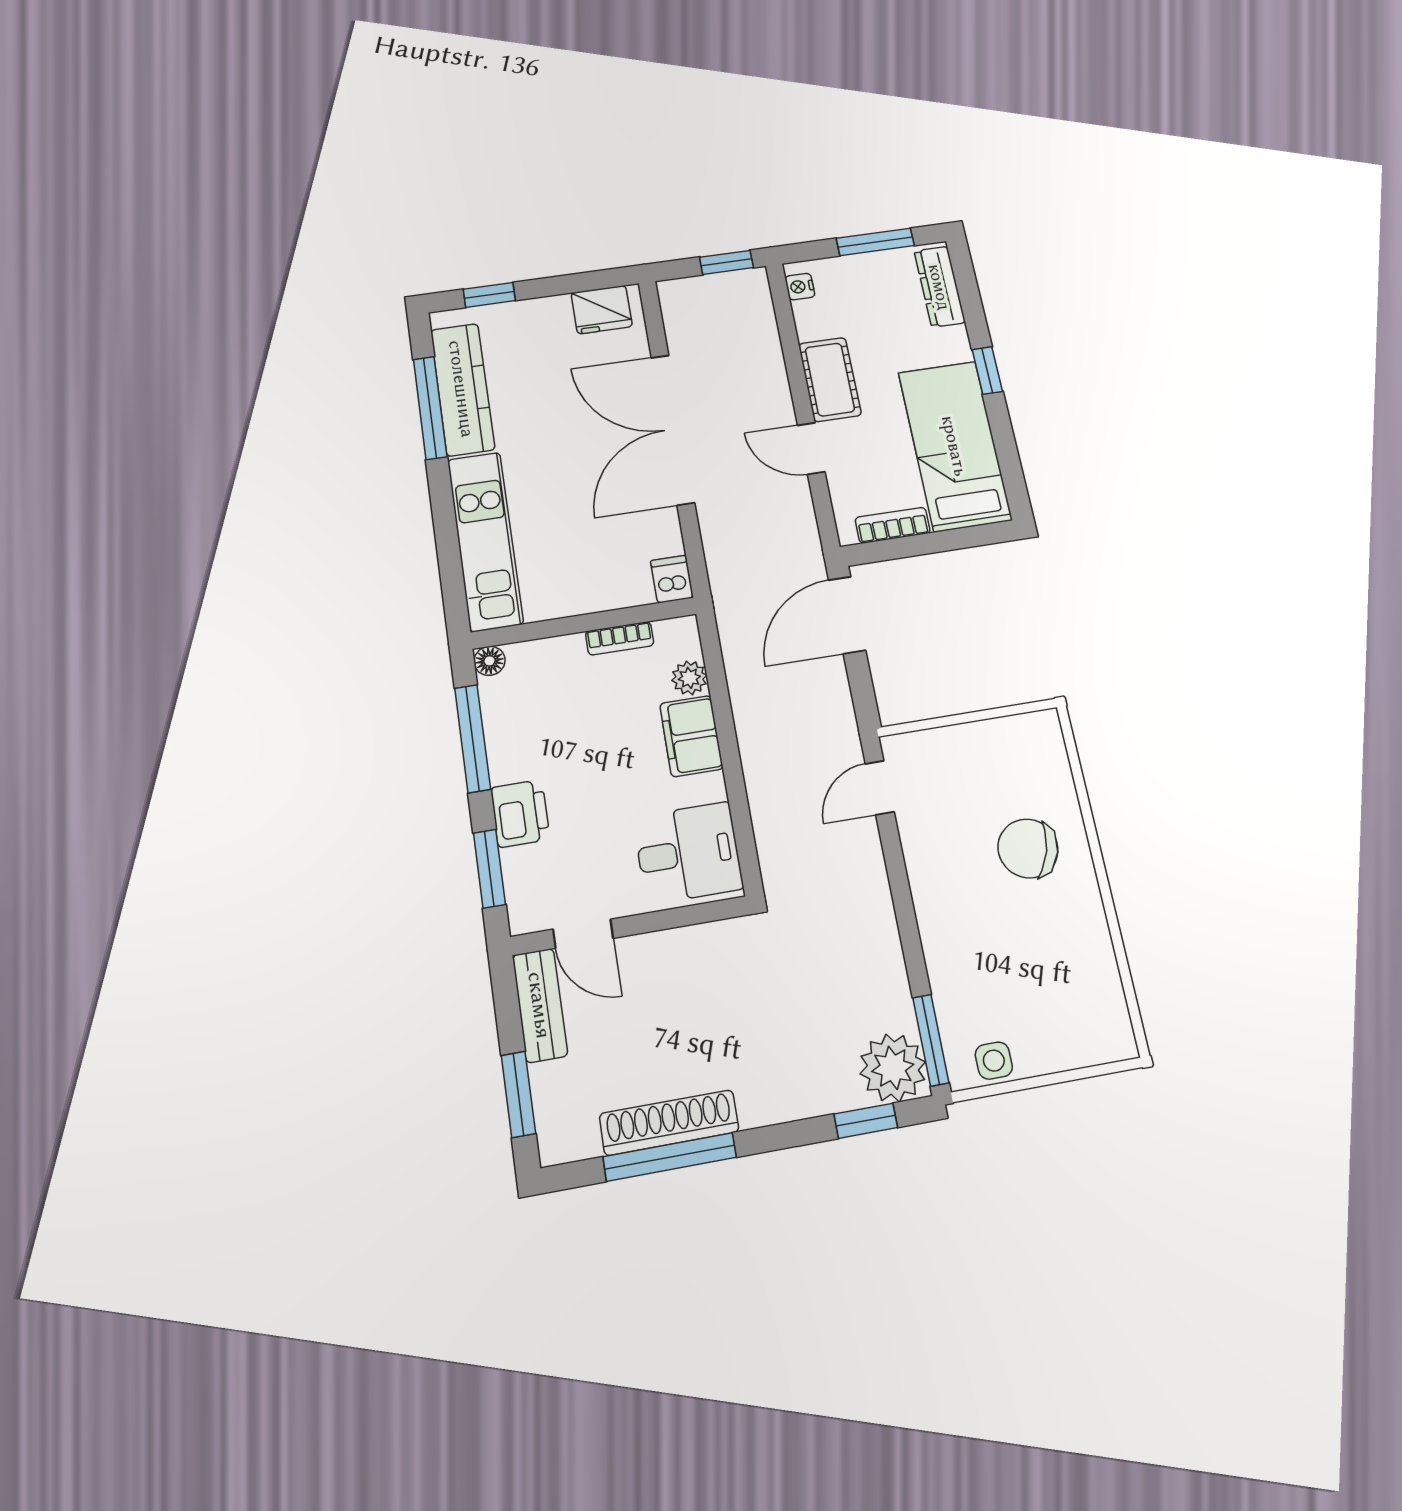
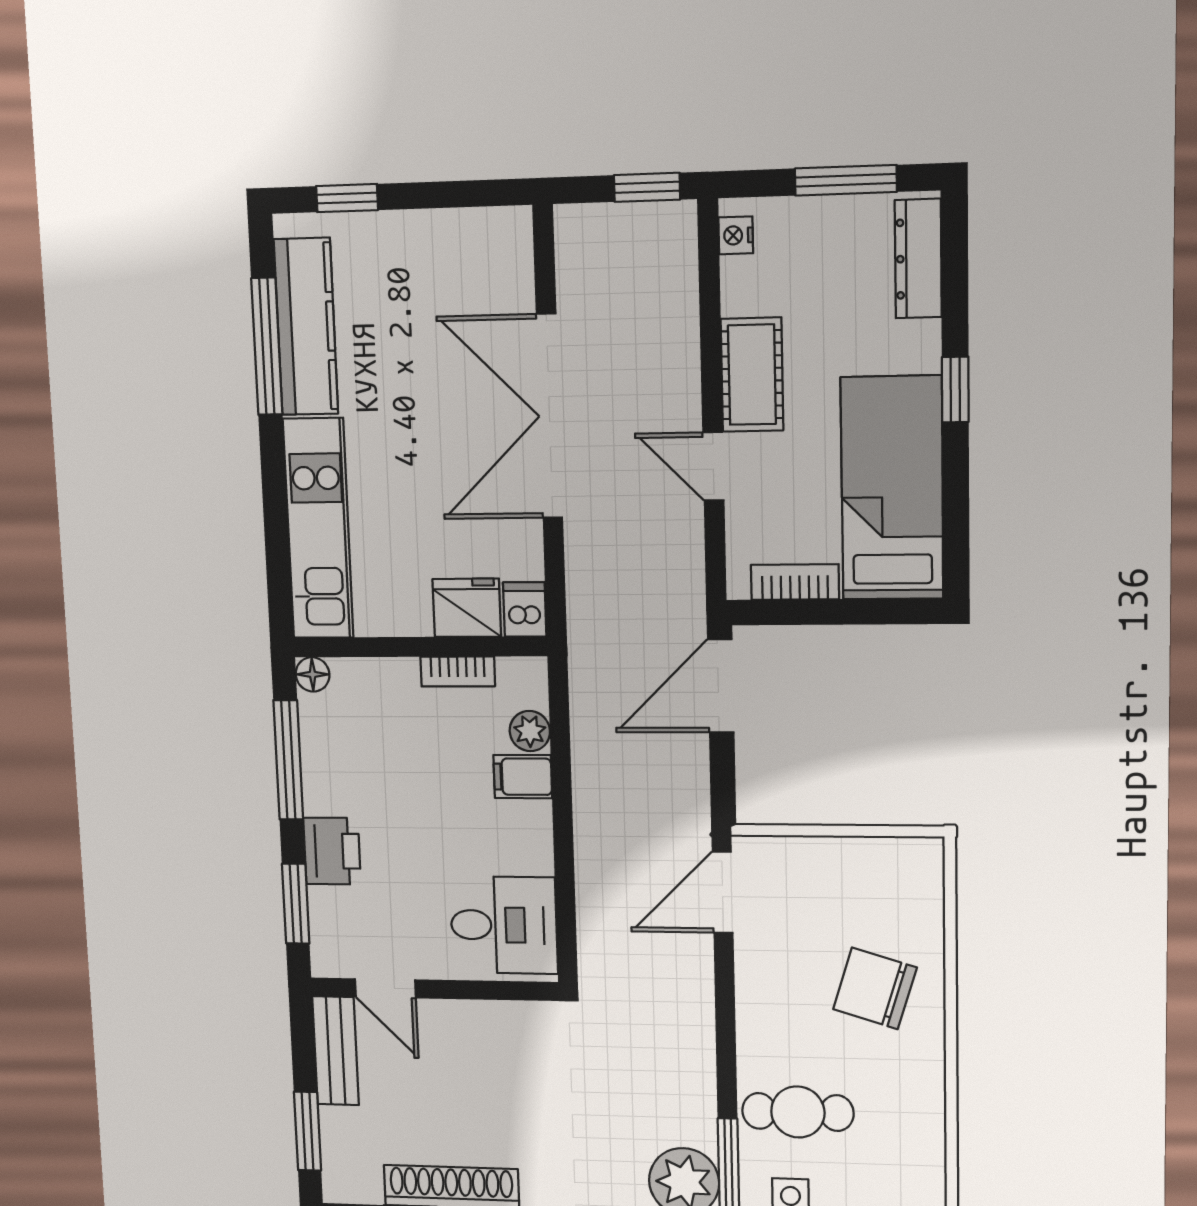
fridge: (602, 310) -> (467, 608), moved, turned 180
filing cabinet: (691, 736) -> (523, 777), width x0.50
door: (880, 788) -> (723, 892), width x1.38
cafe table: (984, 977) -> (798, 1112), added

